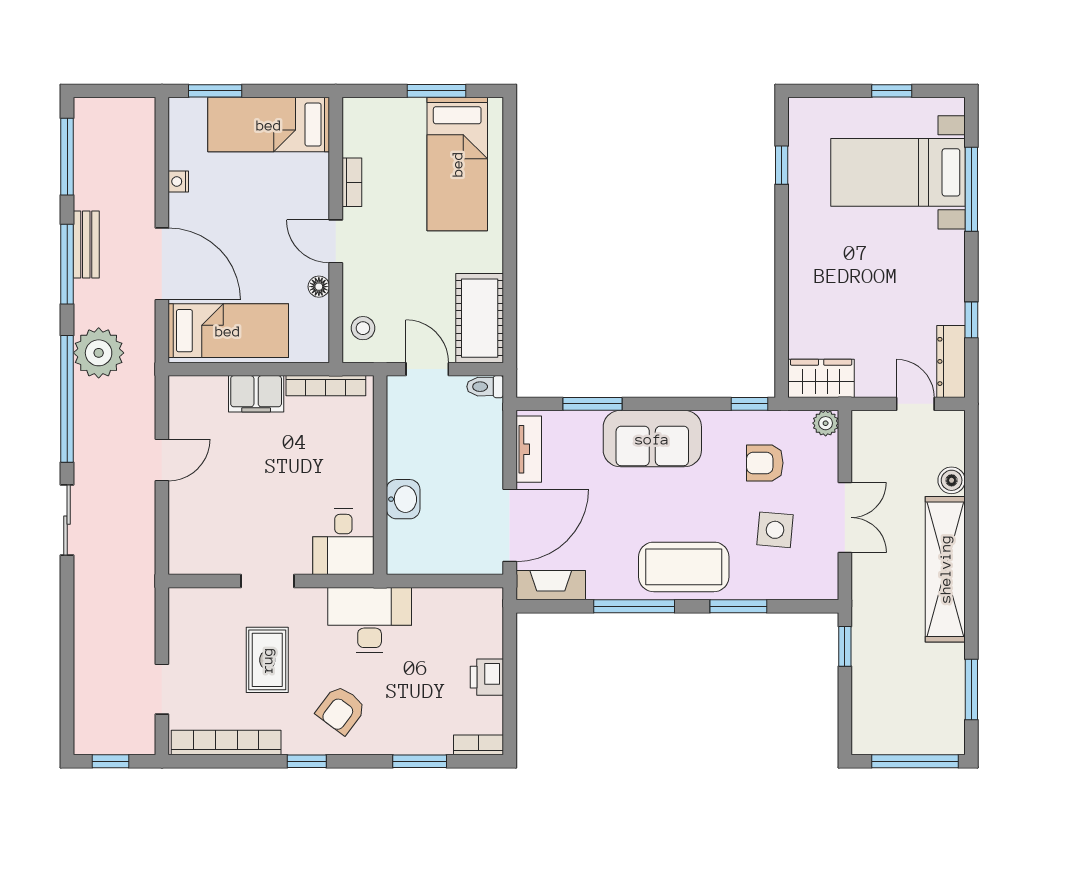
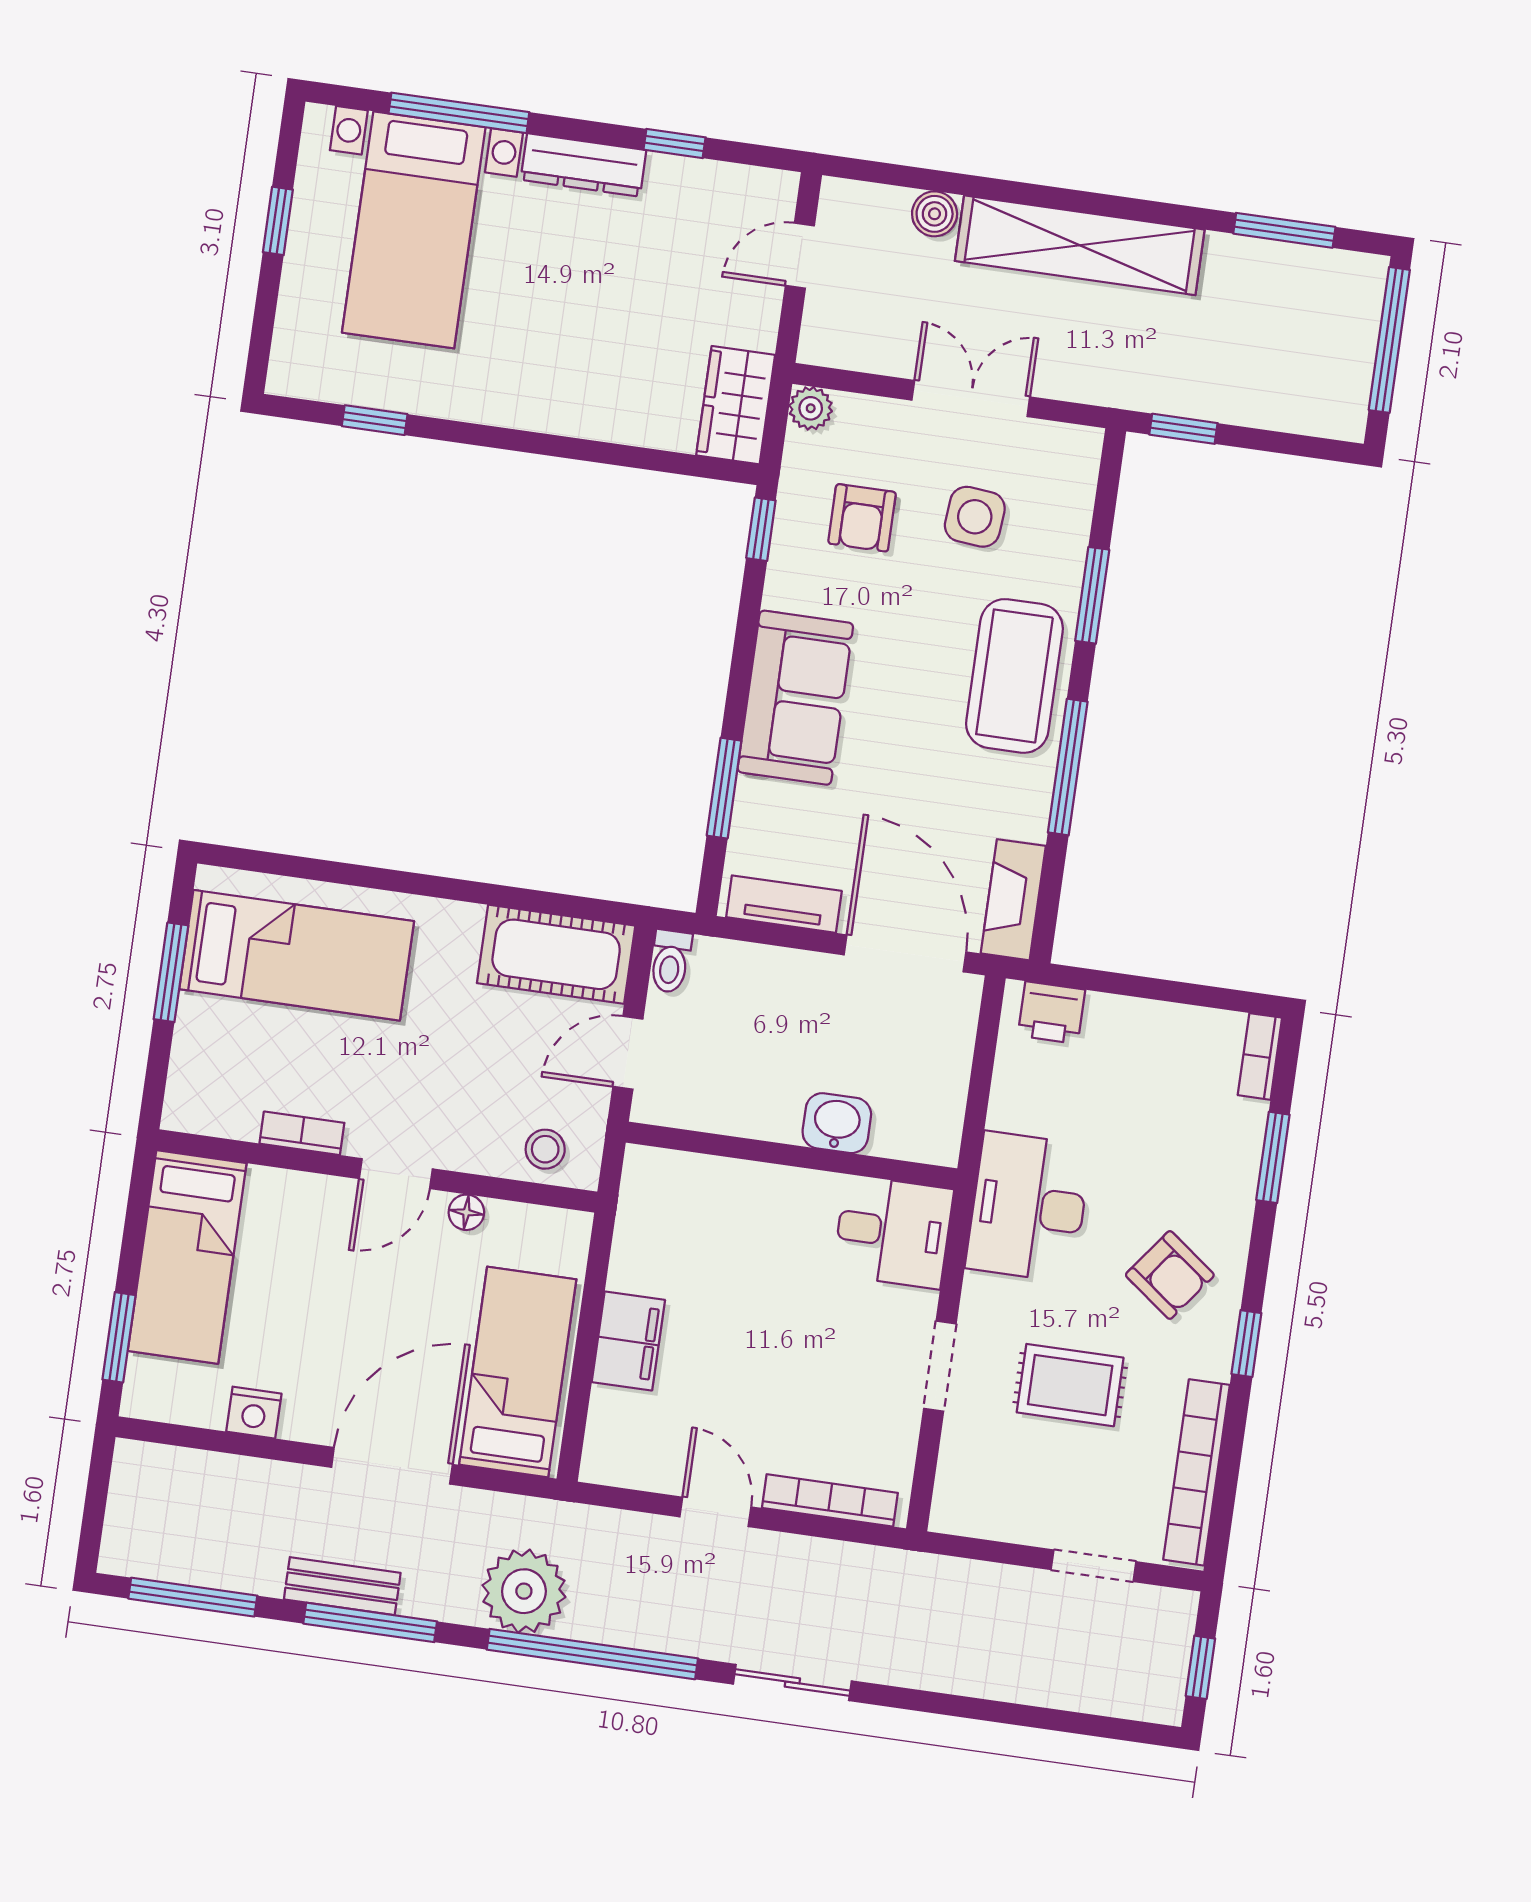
nightstand: (178, 181) -> (254, 1413), width x1.39, depth x1.35
dresser: (951, 361) -> (583, 165), moved
bookcase: (326, 386) -> (830, 1500), moved, turned -90
printer: (487, 677) -> (1051, 1013), moved

